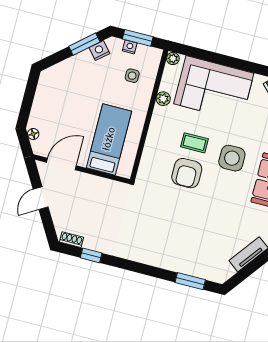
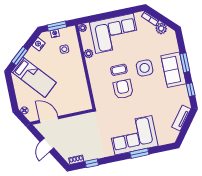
window: (84, 44) -> (20, 56), moved
bed: (109, 139) -> (34, 77), moved, turned 139
door: (61, 164) -> (49, 120), hinge flipped
armchair: (187, 173) -> (123, 89), turned 180
corner sofa: (169, 245) -> (133, 135), added
window: (190, 281) -> (139, 153), moved

